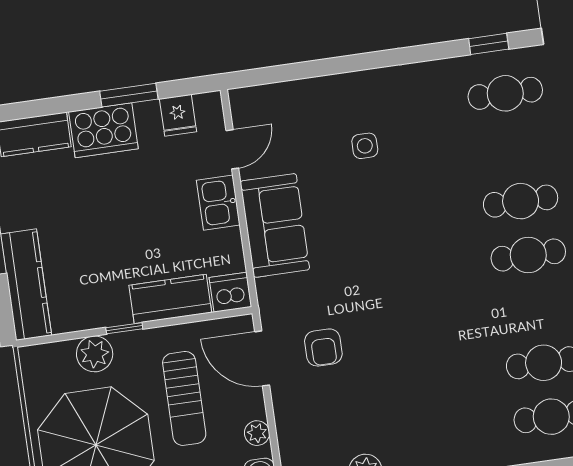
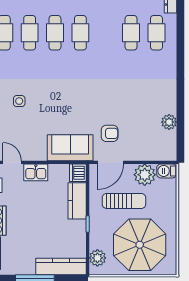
cafe table: (513, 147) -> (30, 33), added
sofa: (275, 225) -> (70, 148), moved
plant: (95, 354) -> (97, 258), moved
plant: (257, 433) -> (145, 175), width x1.88, depth x1.88

